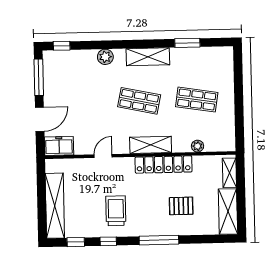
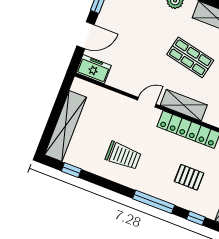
door: (103, 156) -> (147, 102), moved
trolley: (116, 211) -> (123, 156), turned 90
window: (108, 241) -> (196, 218), moved

